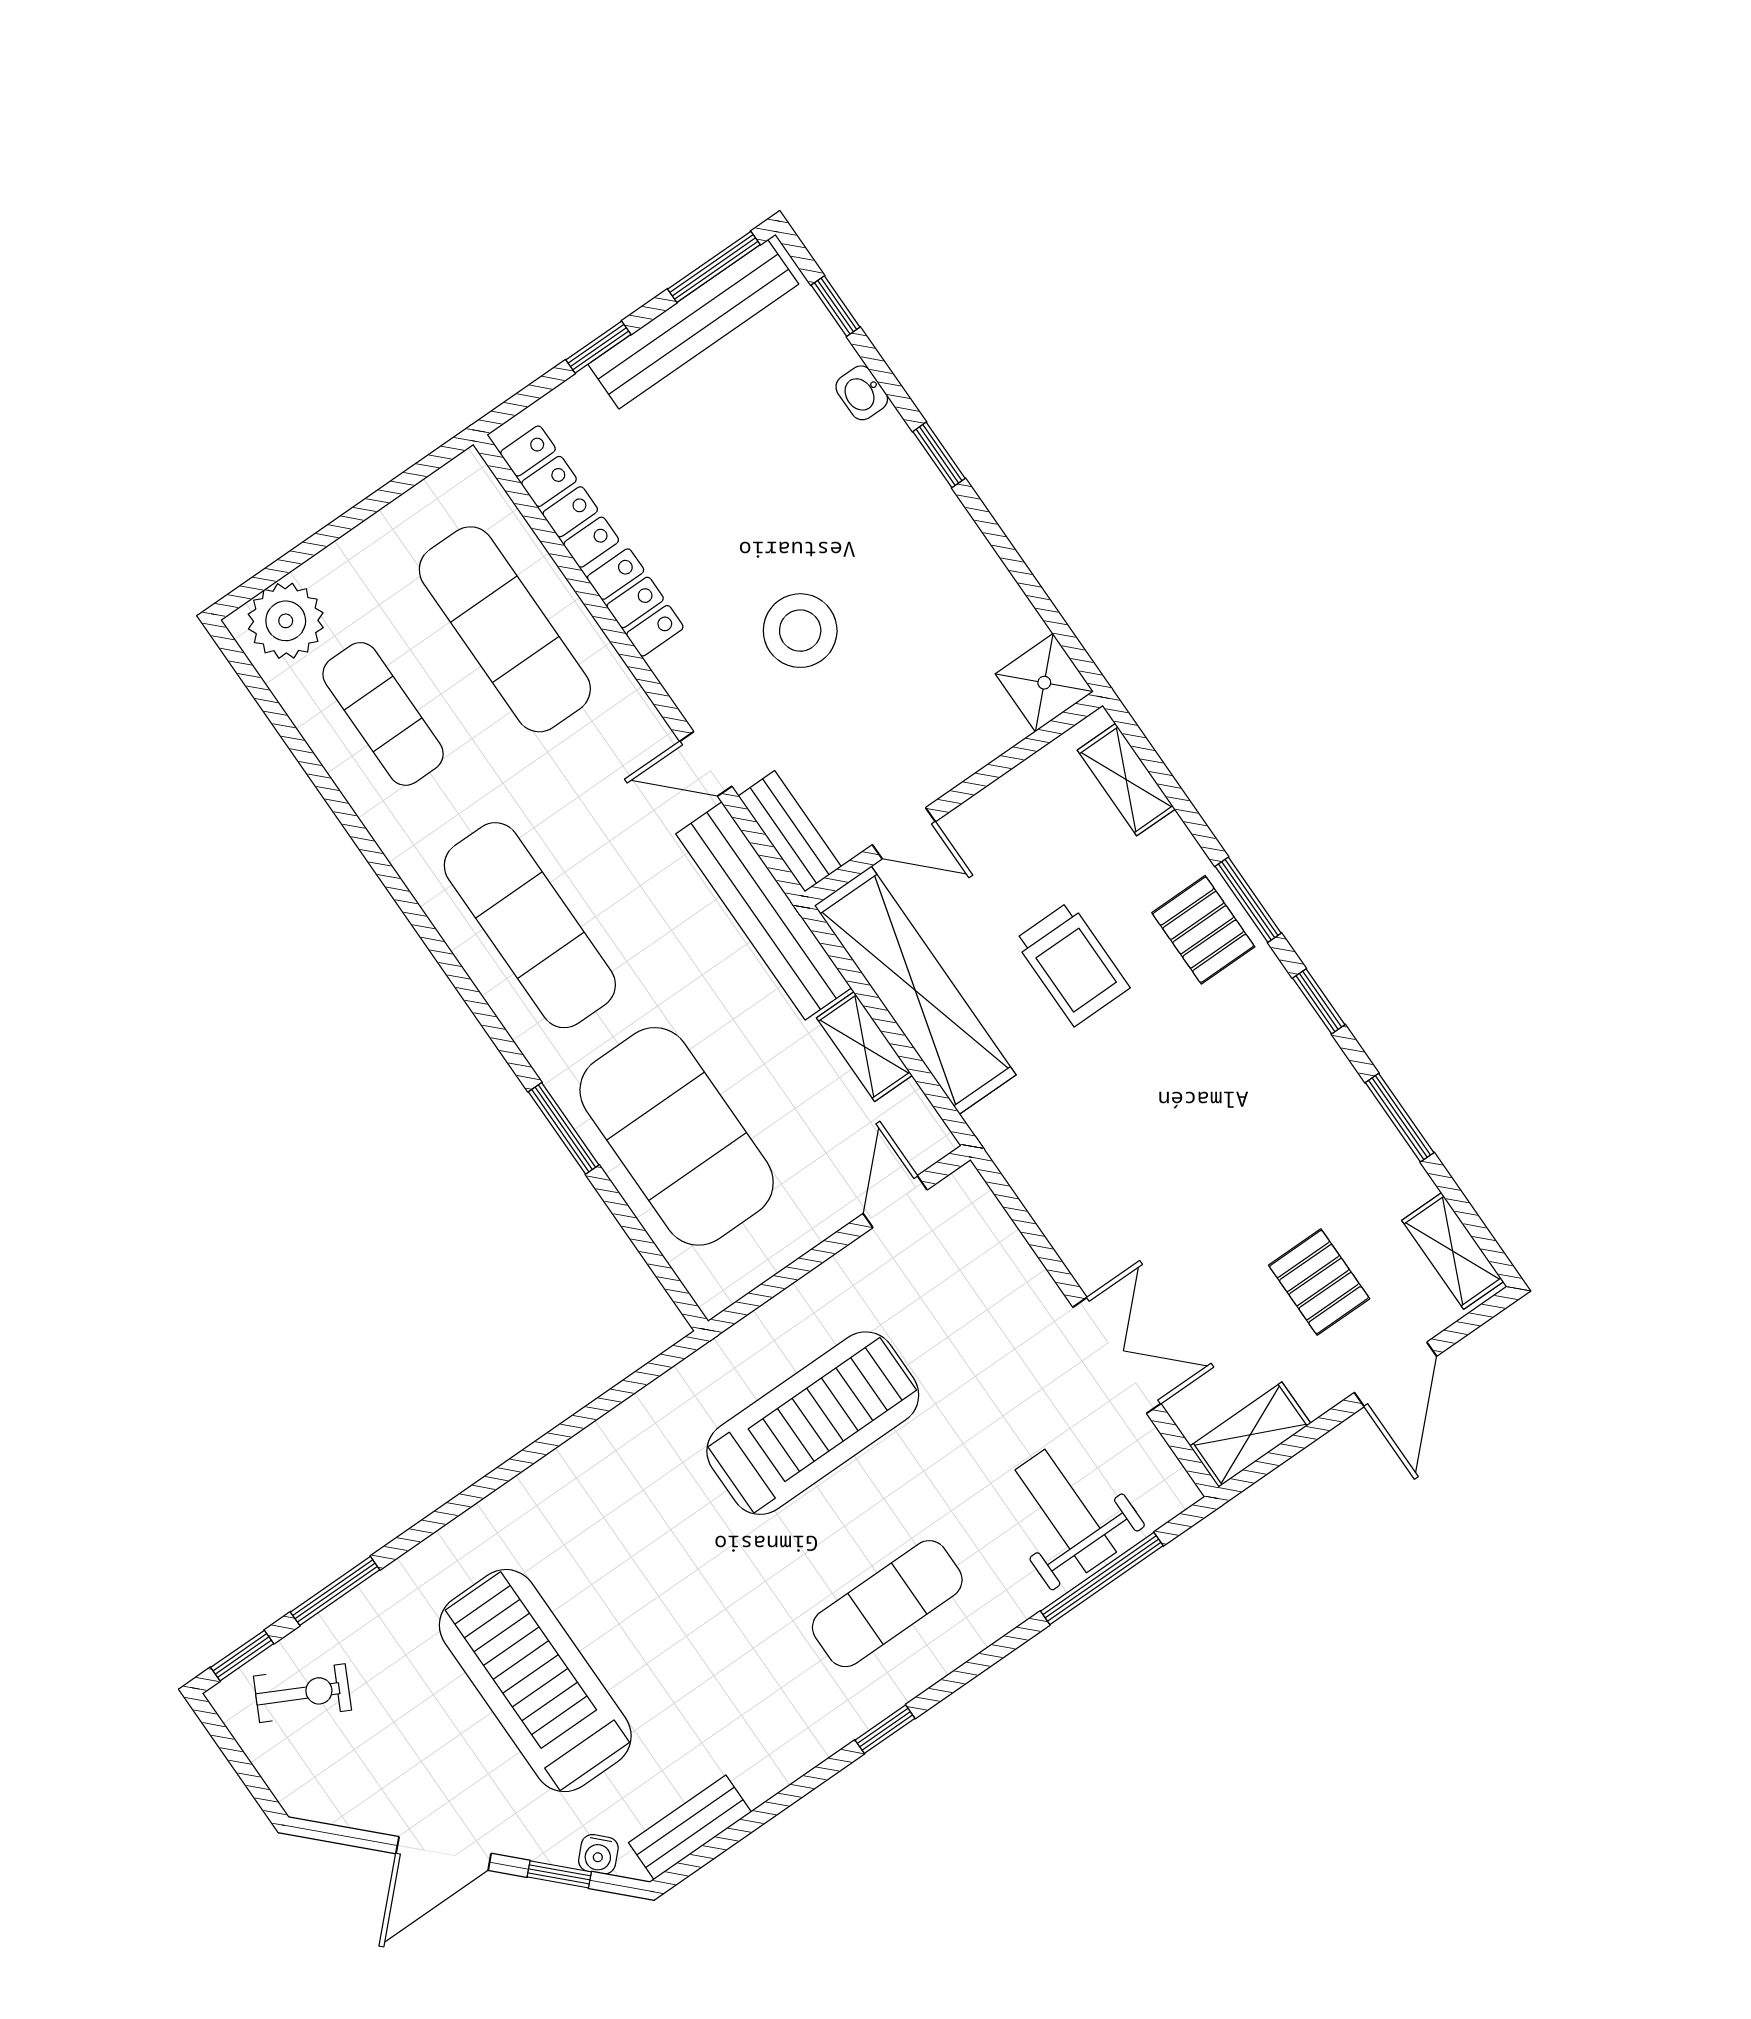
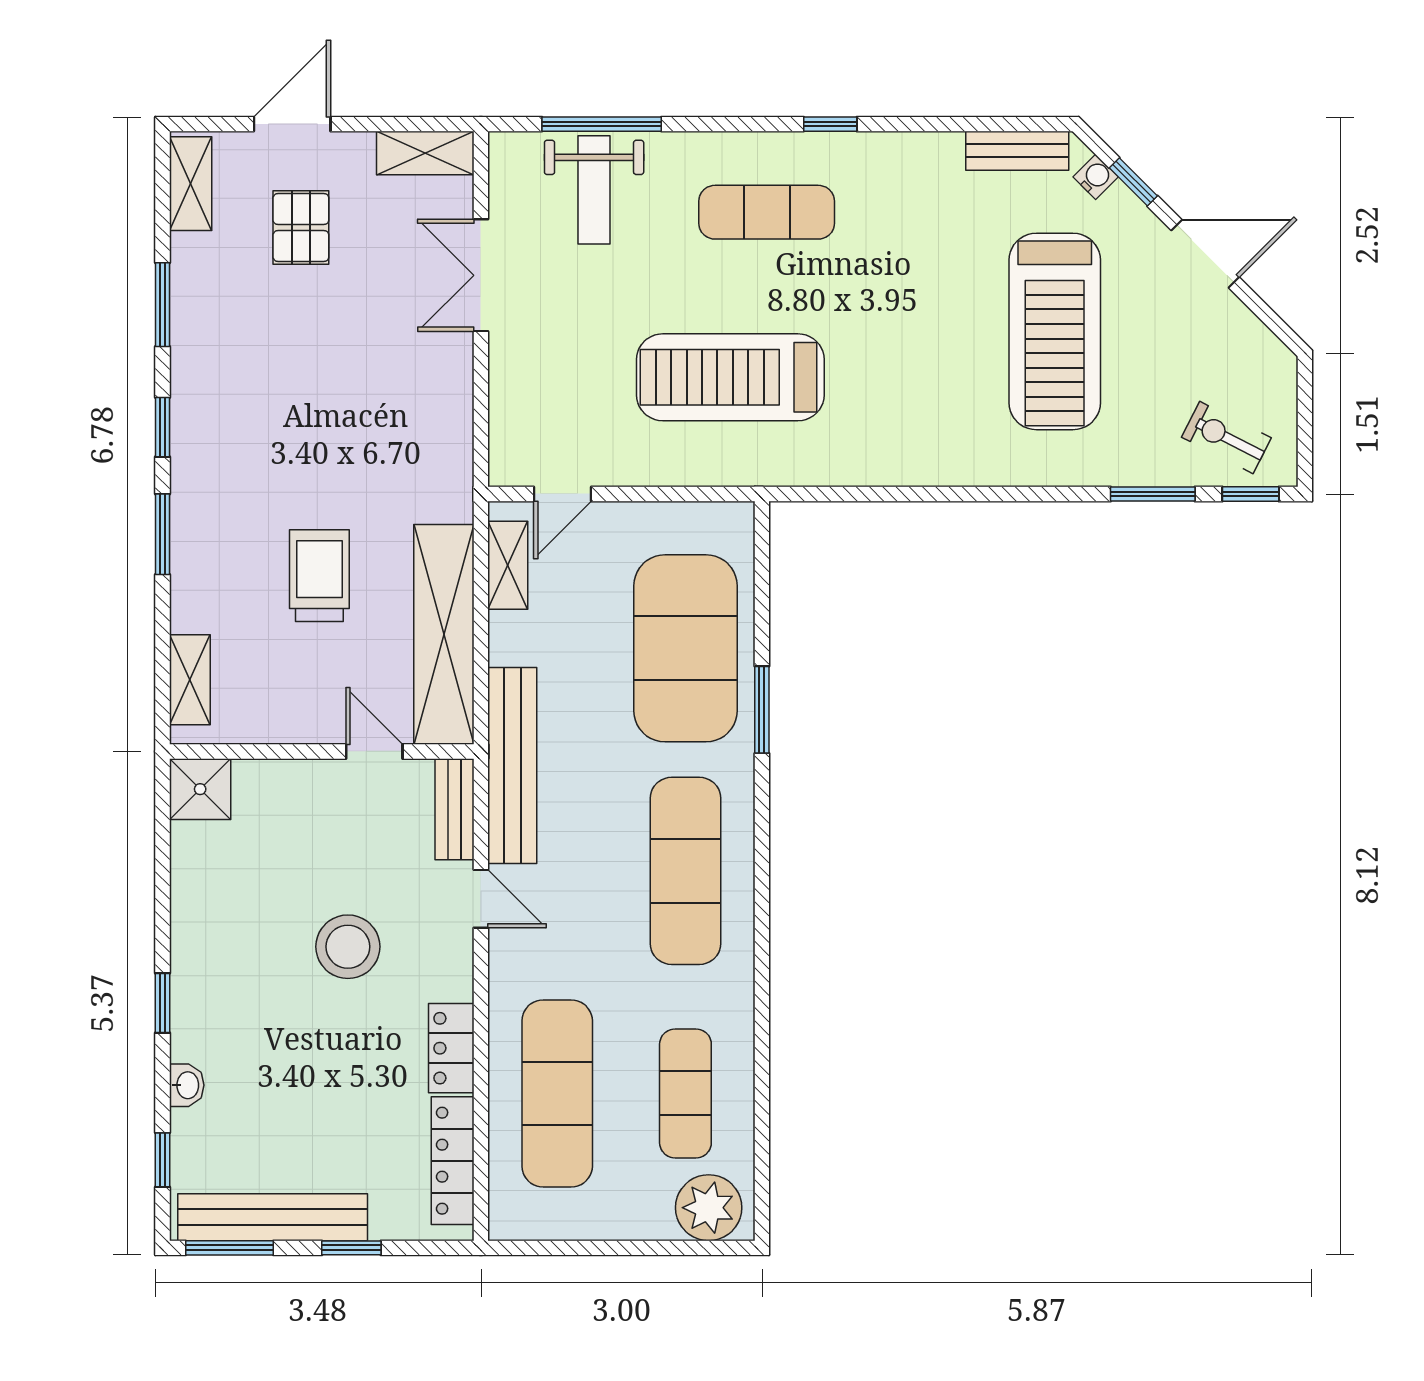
pallet: (1203, 930) -> (209, 535), removed
shelving: (864, 1047) -> (508, 565), moved

